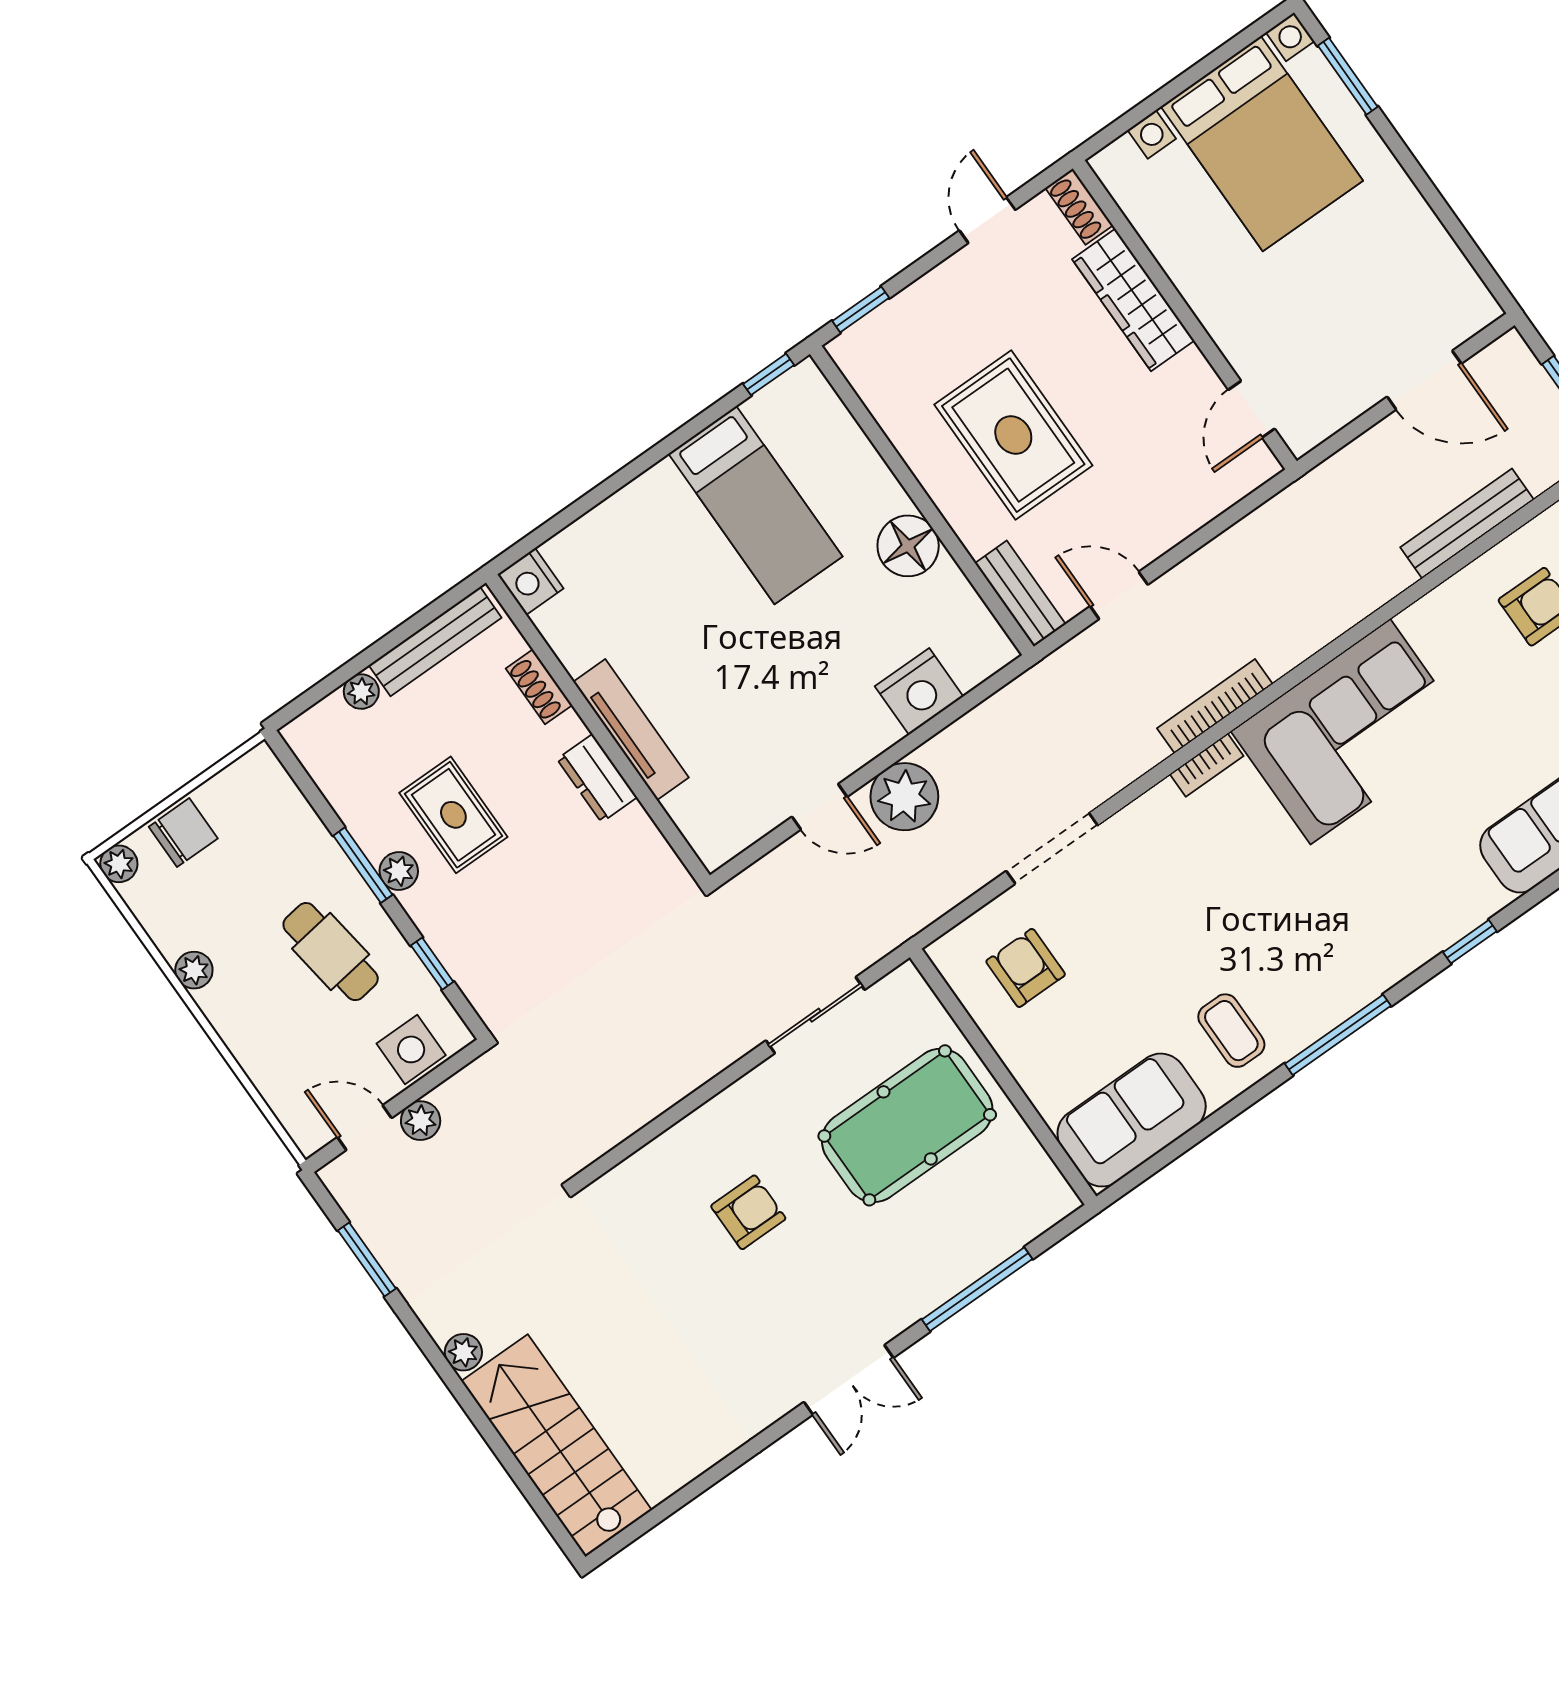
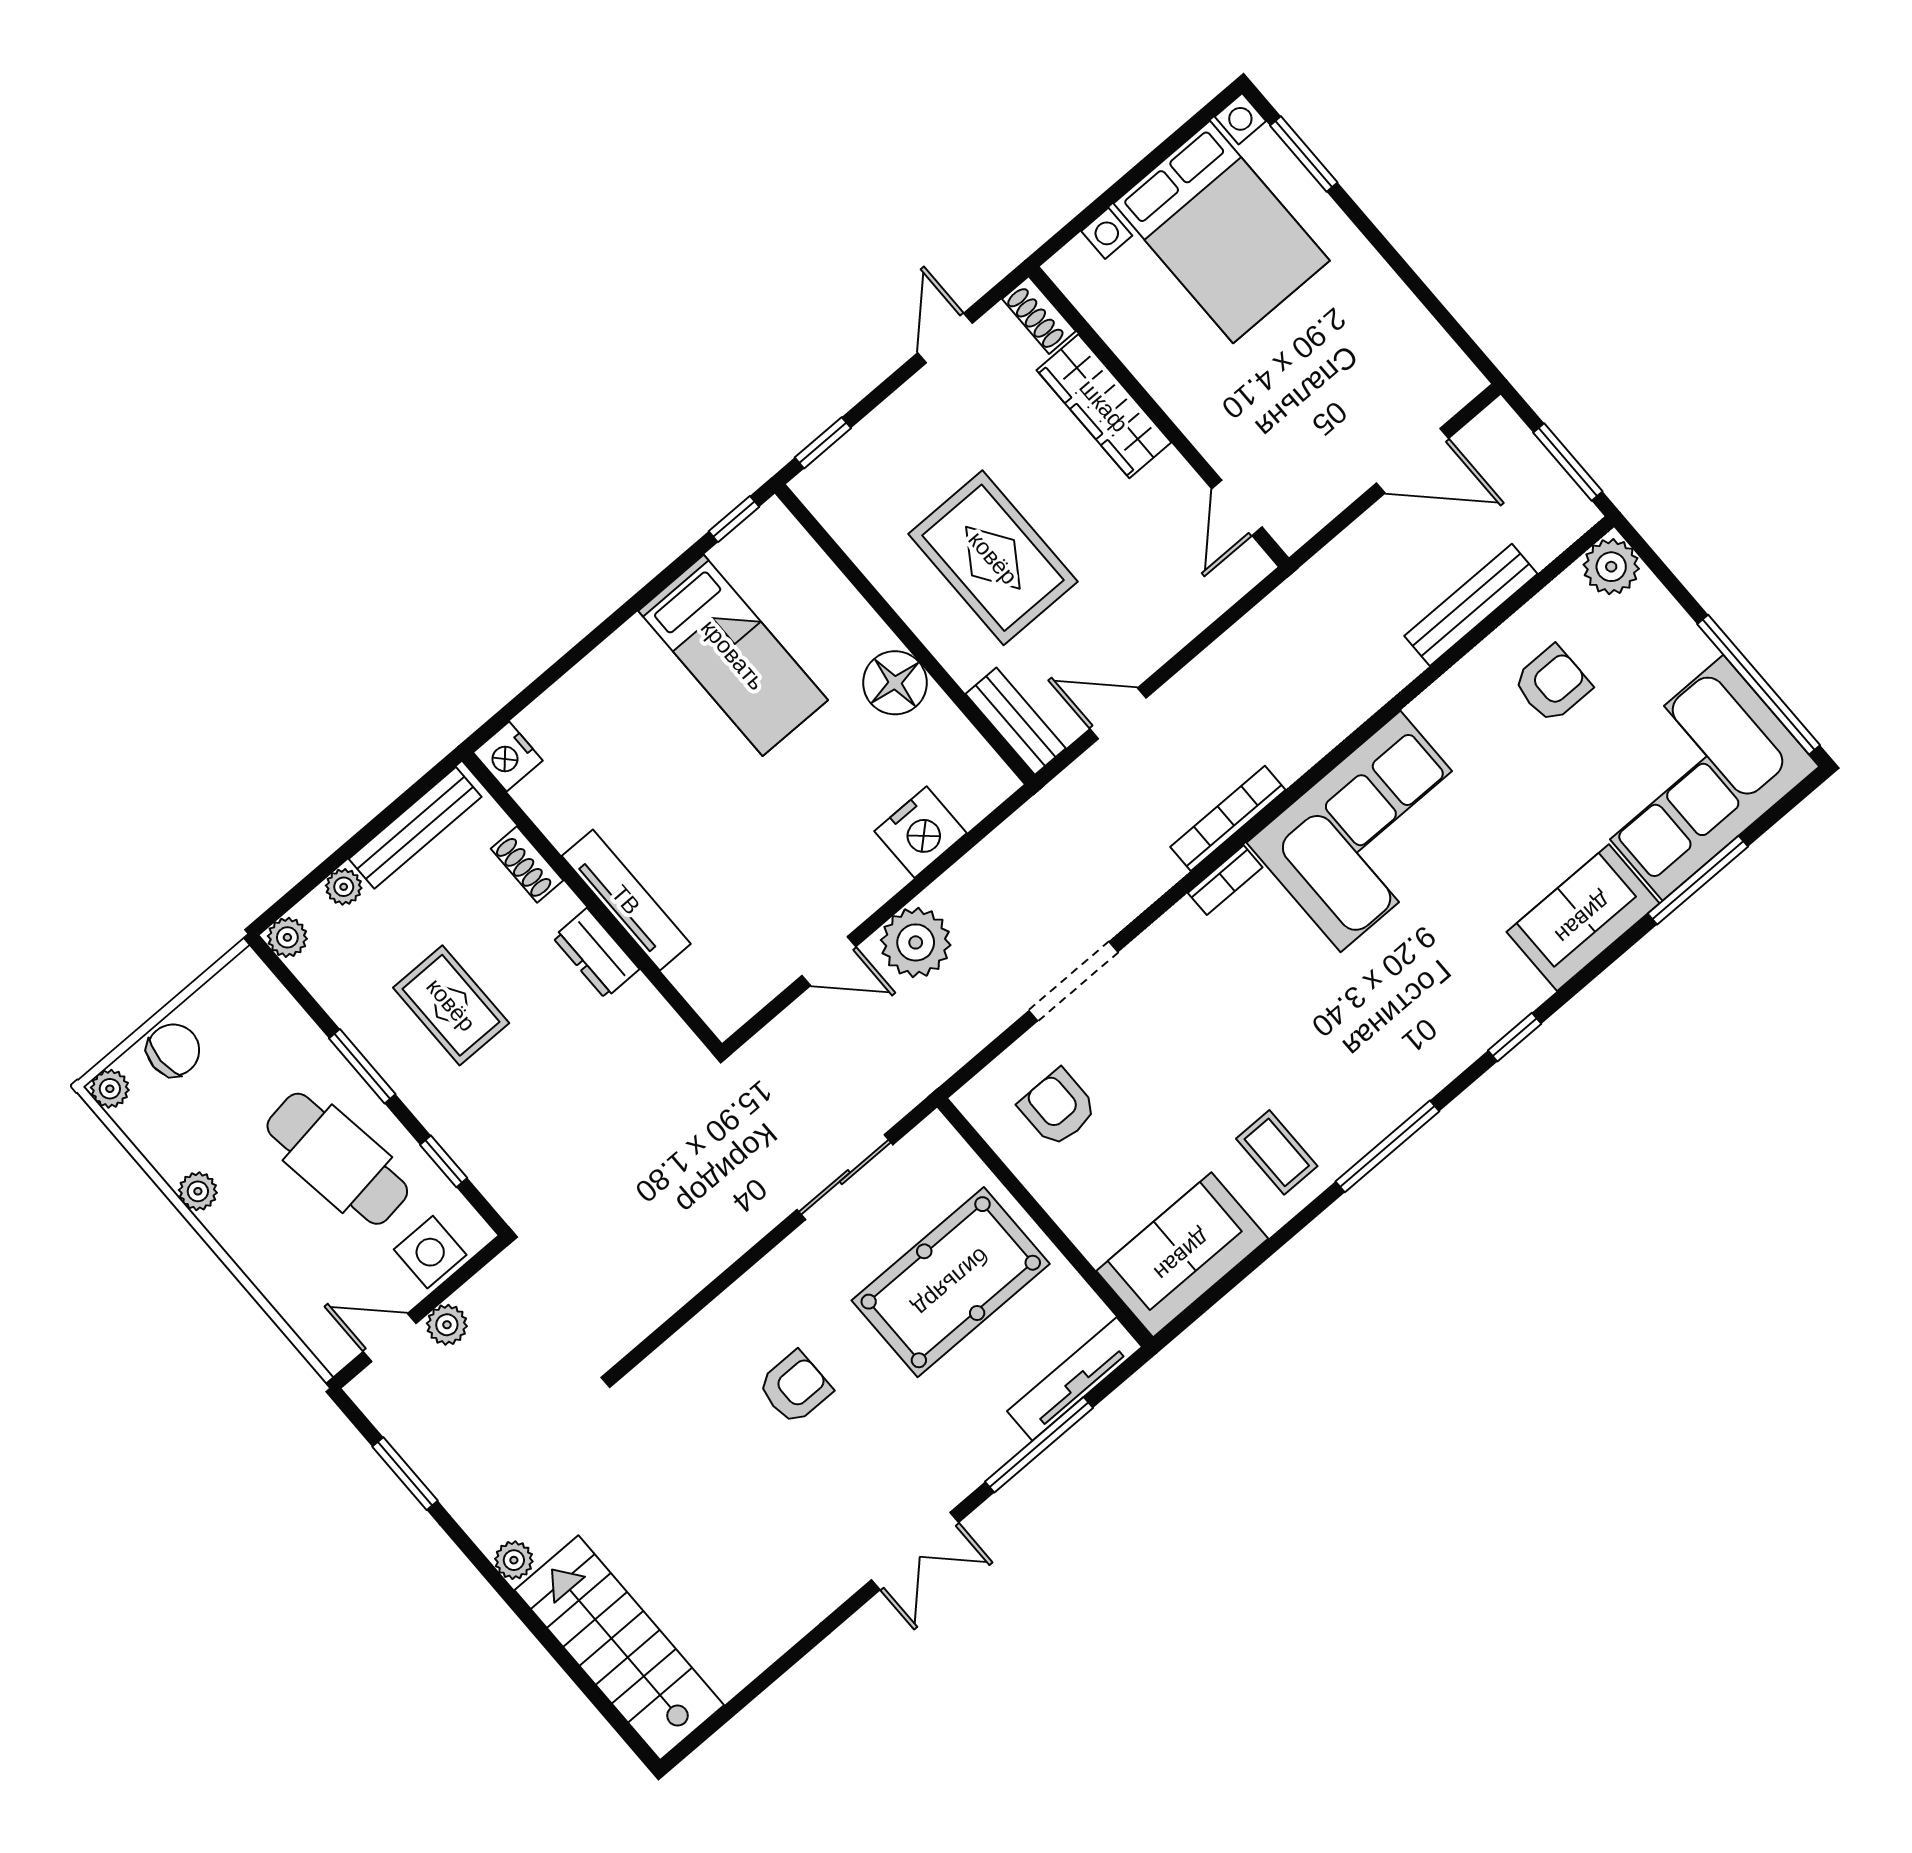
plant: (399, 871) -> (287, 937), moved
cafe table: (331, 952) -> (337, 1159), width x1.37, depth x1.35
tv unit: (1017, 1229) -> (1075, 1379), added

